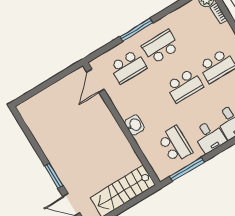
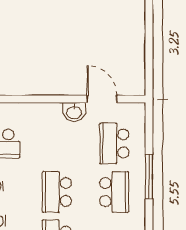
door: (96, 81) -> (102, 99), moved
washbasin: (134, 125) -> (74, 112), moved

